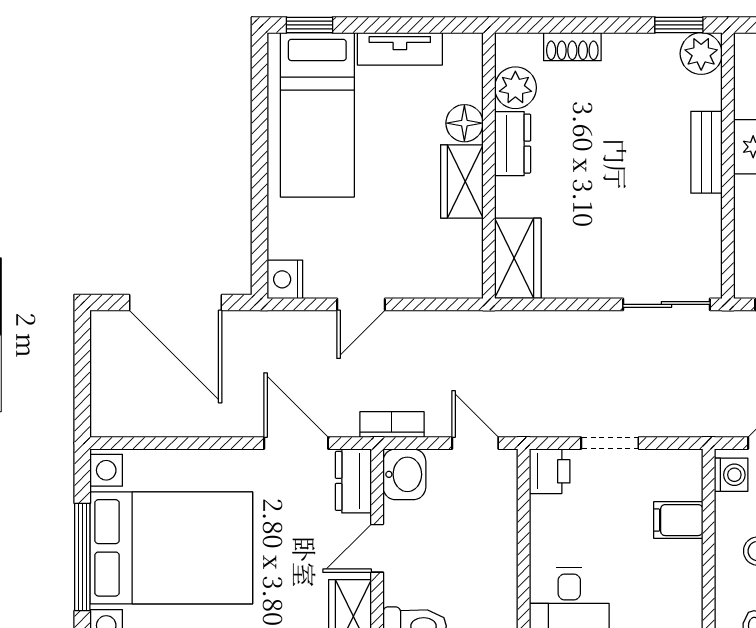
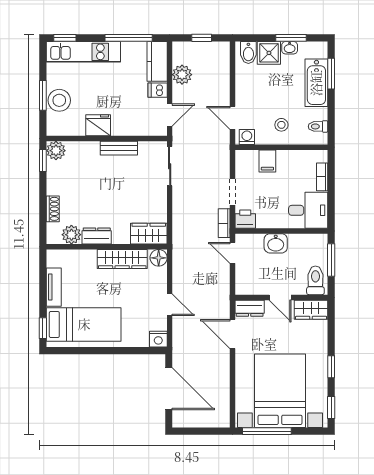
floor lamp: (464, 123) -> (159, 258), moved
bench: (706, 152) -> (119, 148), moved
wardrobe: (462, 181) -> (122, 259), width x1.50
door: (175, 302) -> (169, 389), hinge flipped
bookcase: (392, 425) -> (224, 223), moved
door: (296, 443) -> (233, 334), hinge flipped
door: (475, 443) -> (233, 253), hinge flipped
washbasin: (404, 474) -> (276, 243), moved, turned 180
window: (82, 557) -> (267, 431), moved

